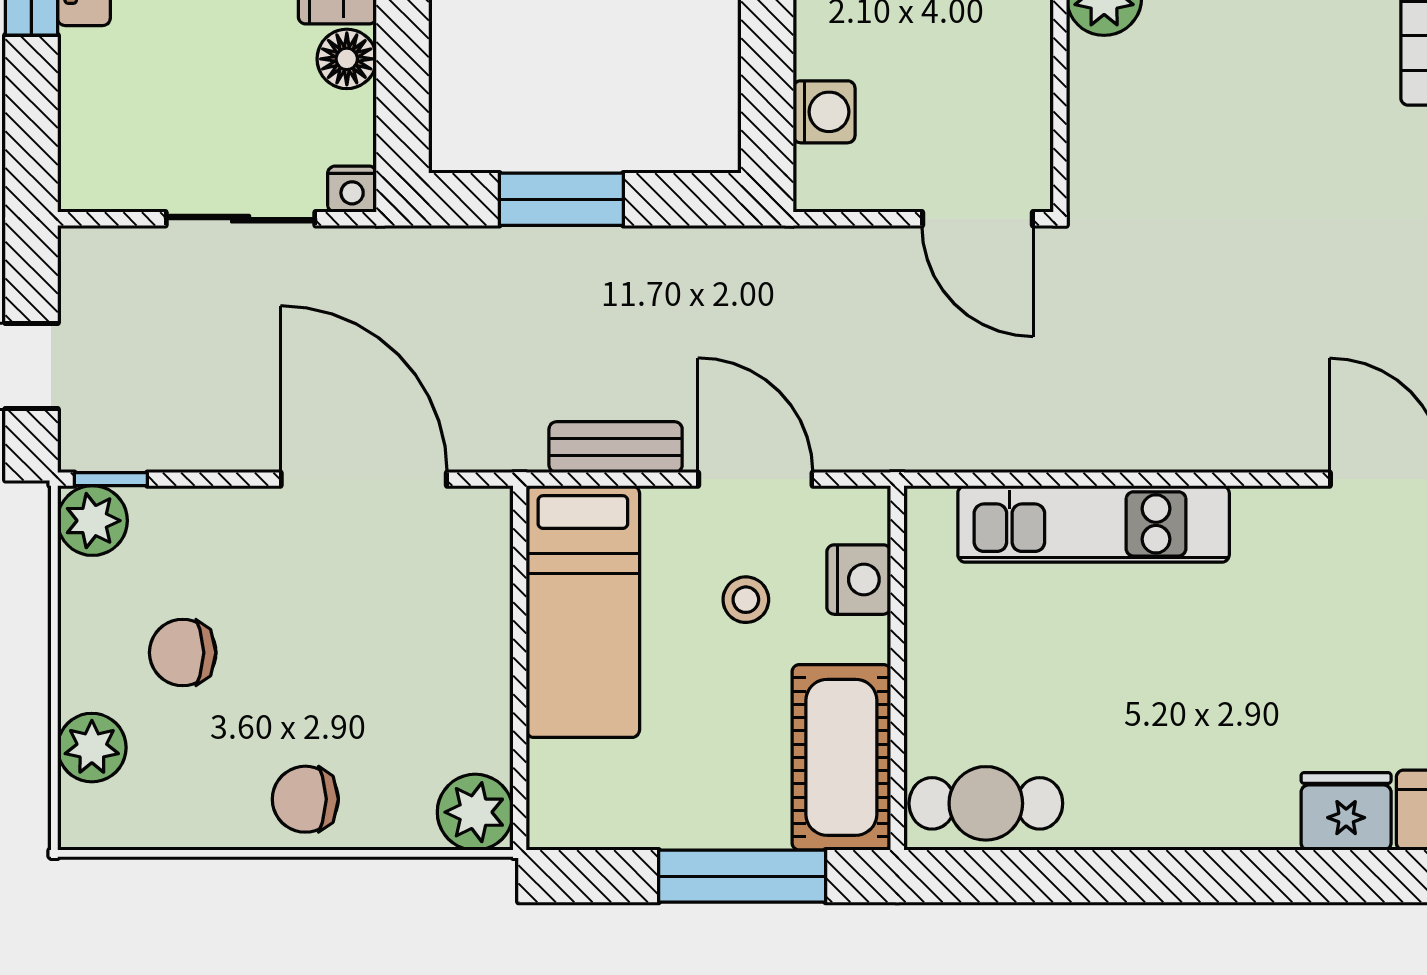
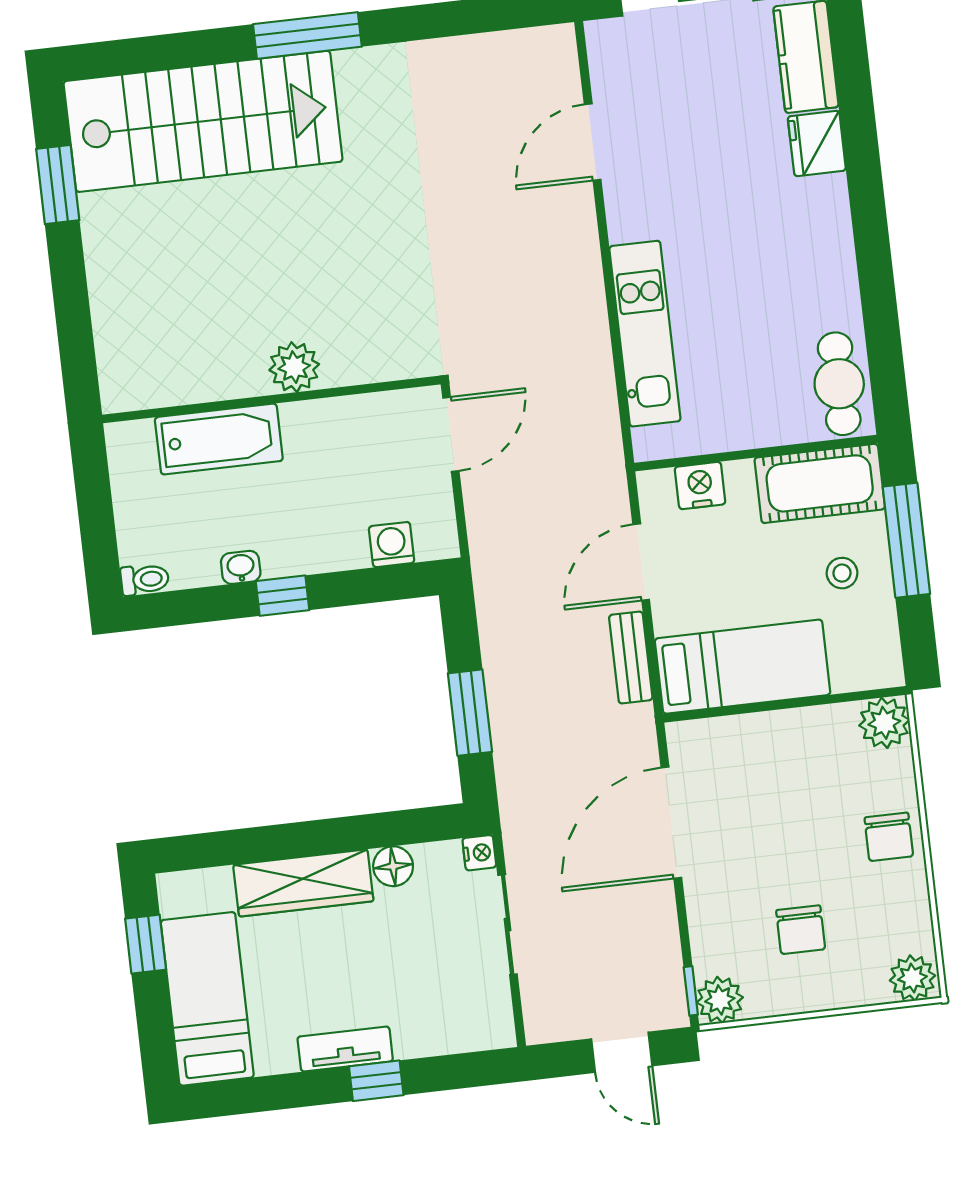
stool: (746, 600) -> (842, 573), moved
plant: (92, 748) -> (912, 978), moved

